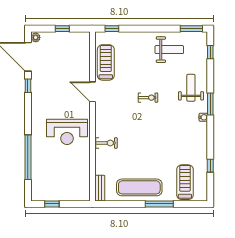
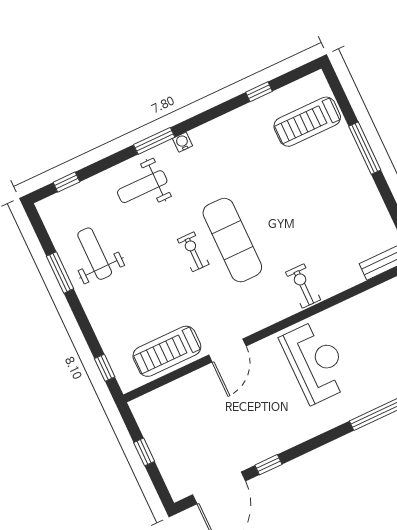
window: (191, 29) -> (60, 272), moved
plant: (36, 37) -> (180, 490), removed
exercise mat: (139, 187) -> (232, 240), moved

